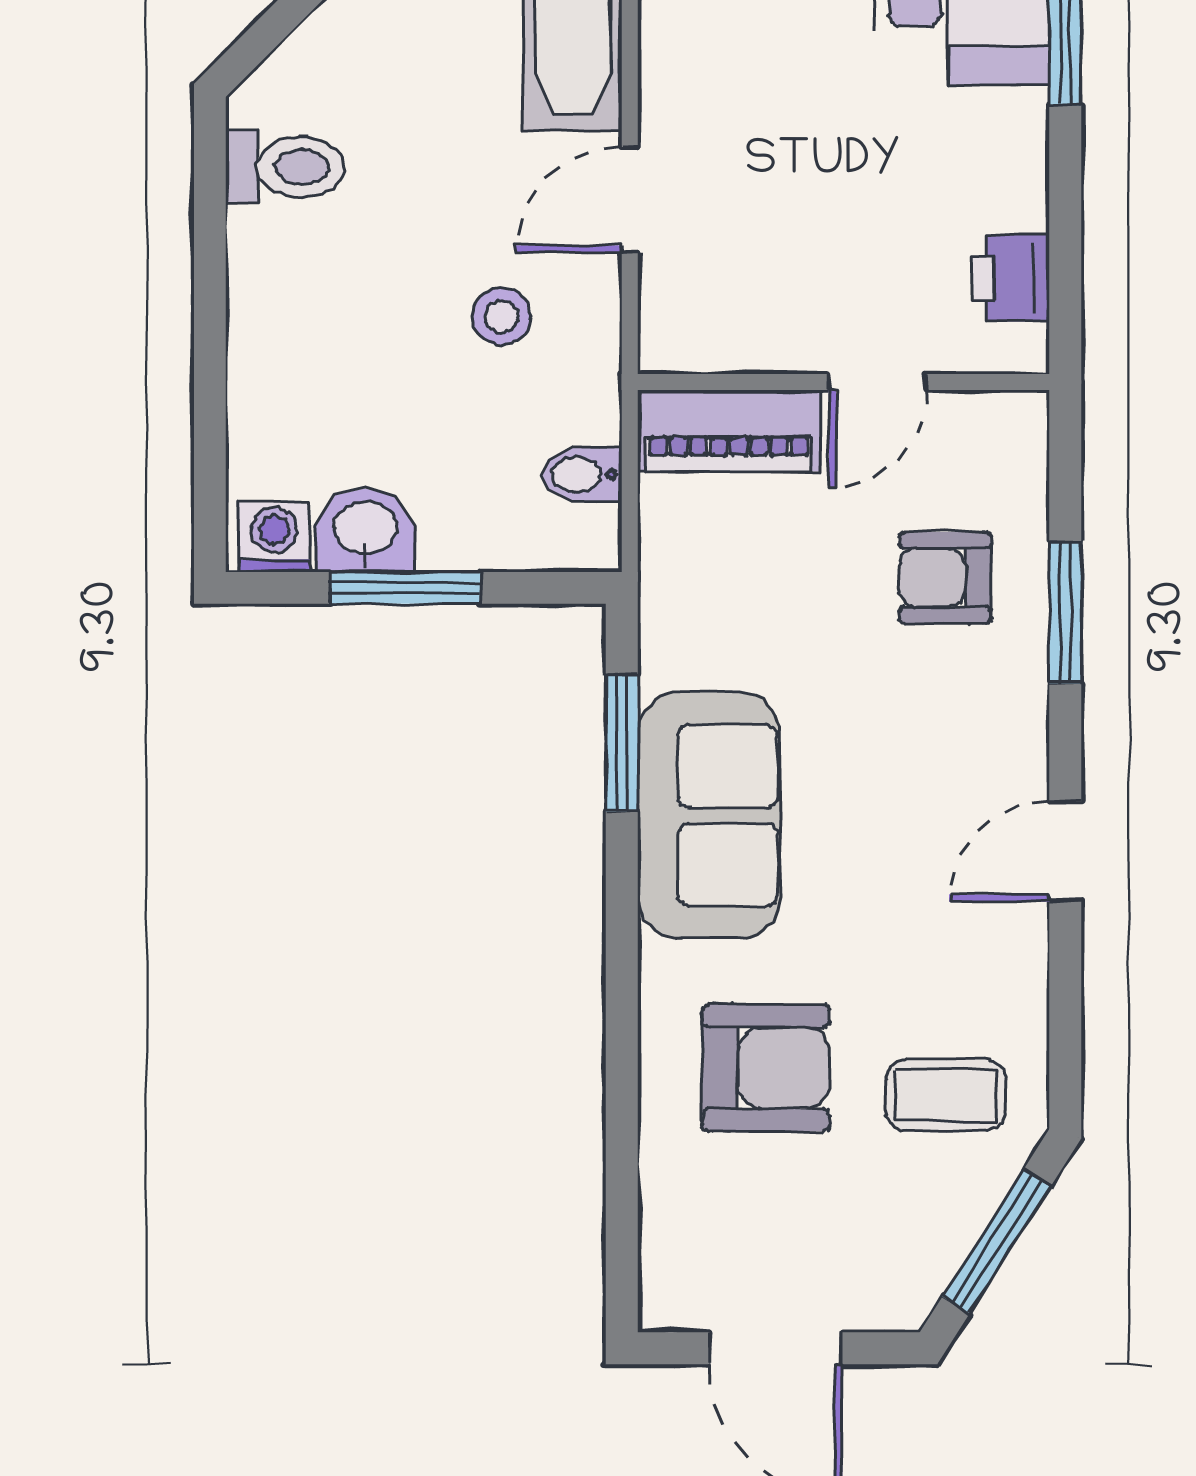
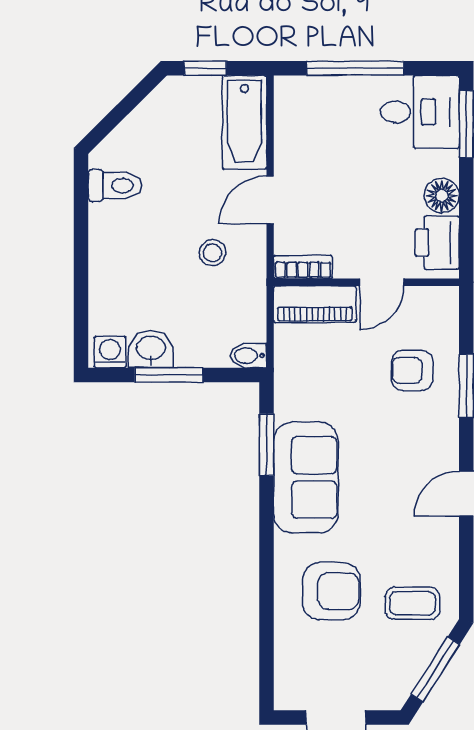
floor lamp: (1011, 190) -> (442, 196), added
printer: (1010, 278) -> (437, 243), width x1.36, depth x1.24
bookcase: (703, 348) -> (303, 267), added
bidet: (582, 474) -> (249, 356), moved

